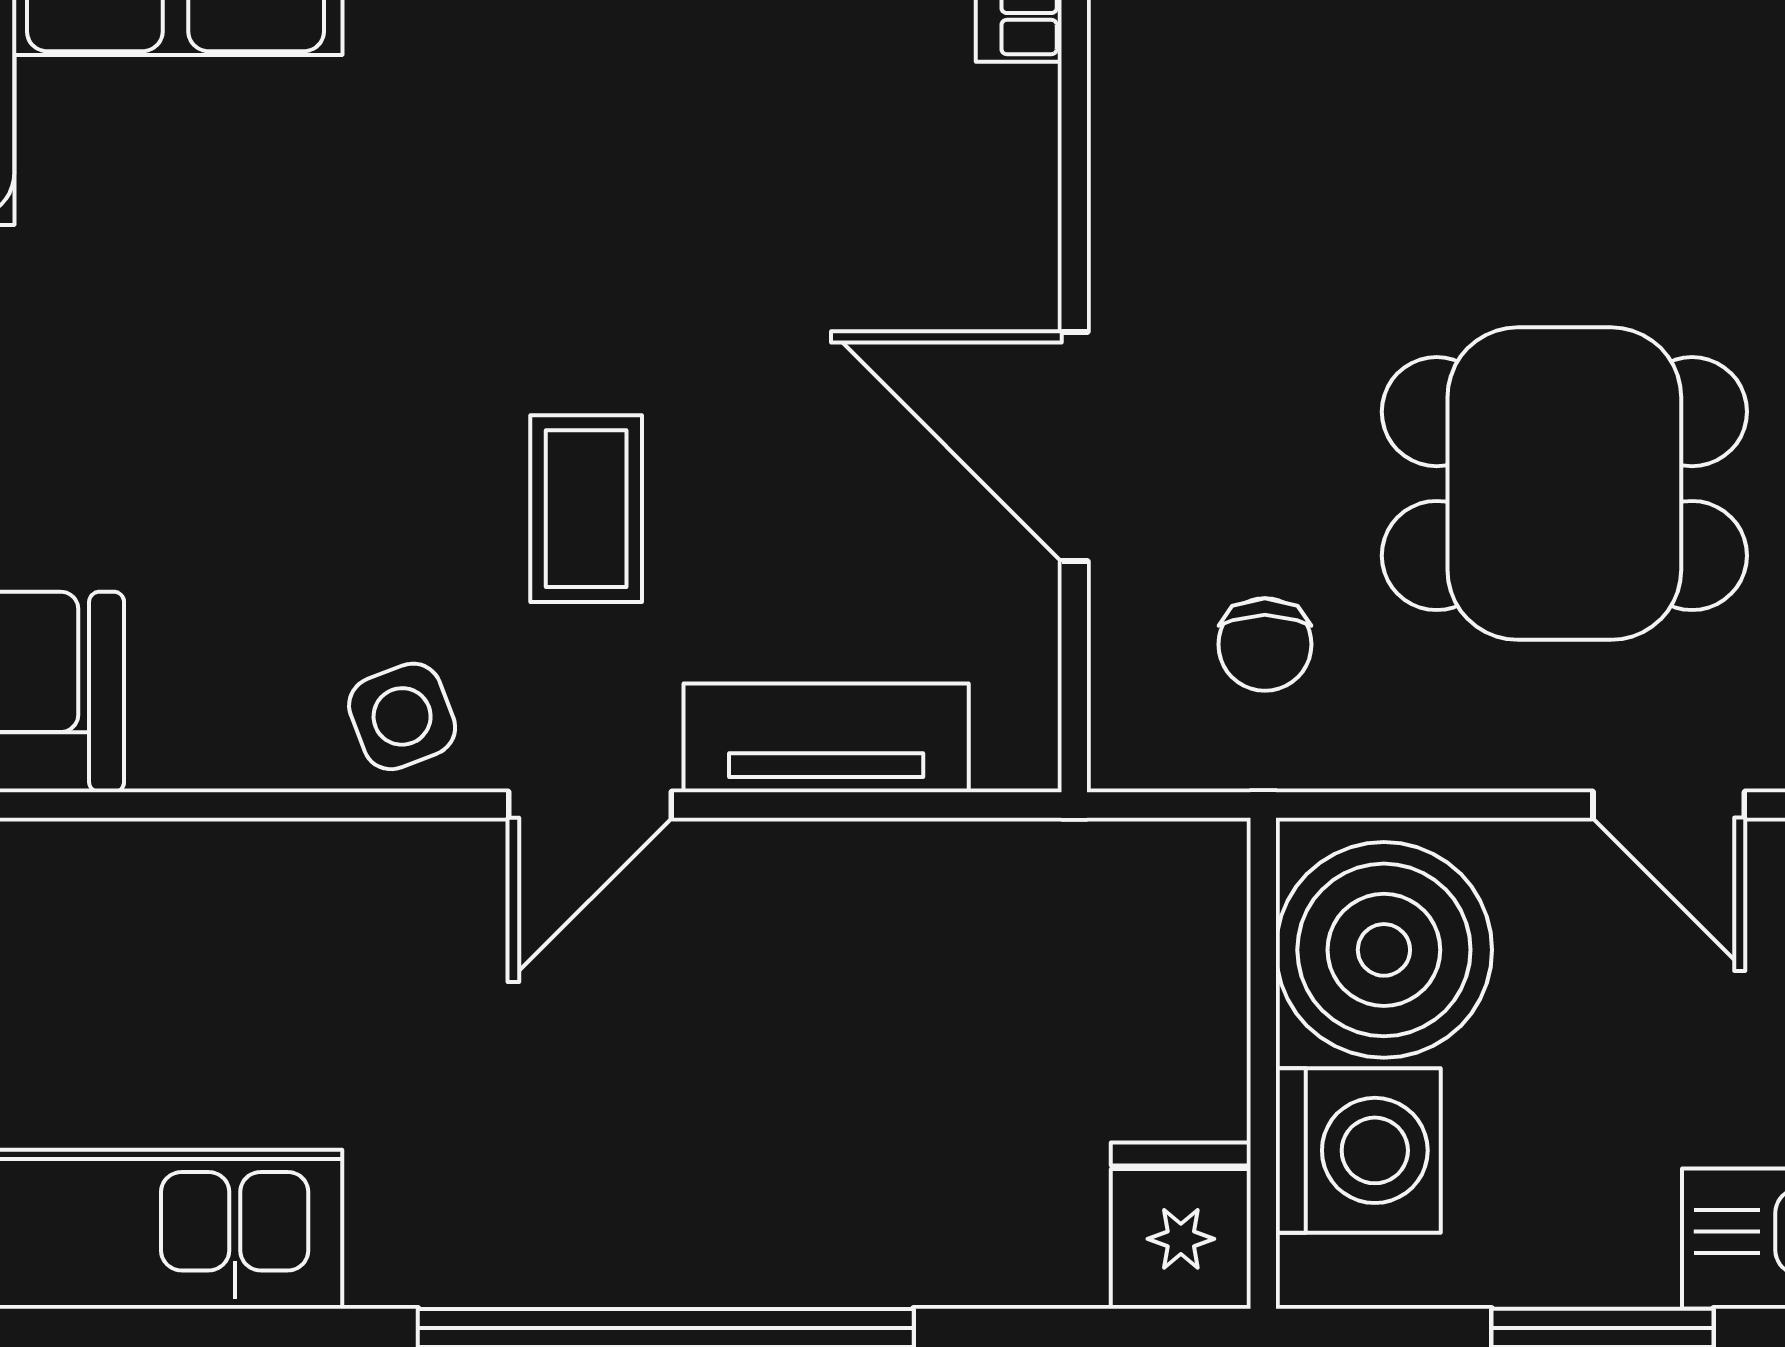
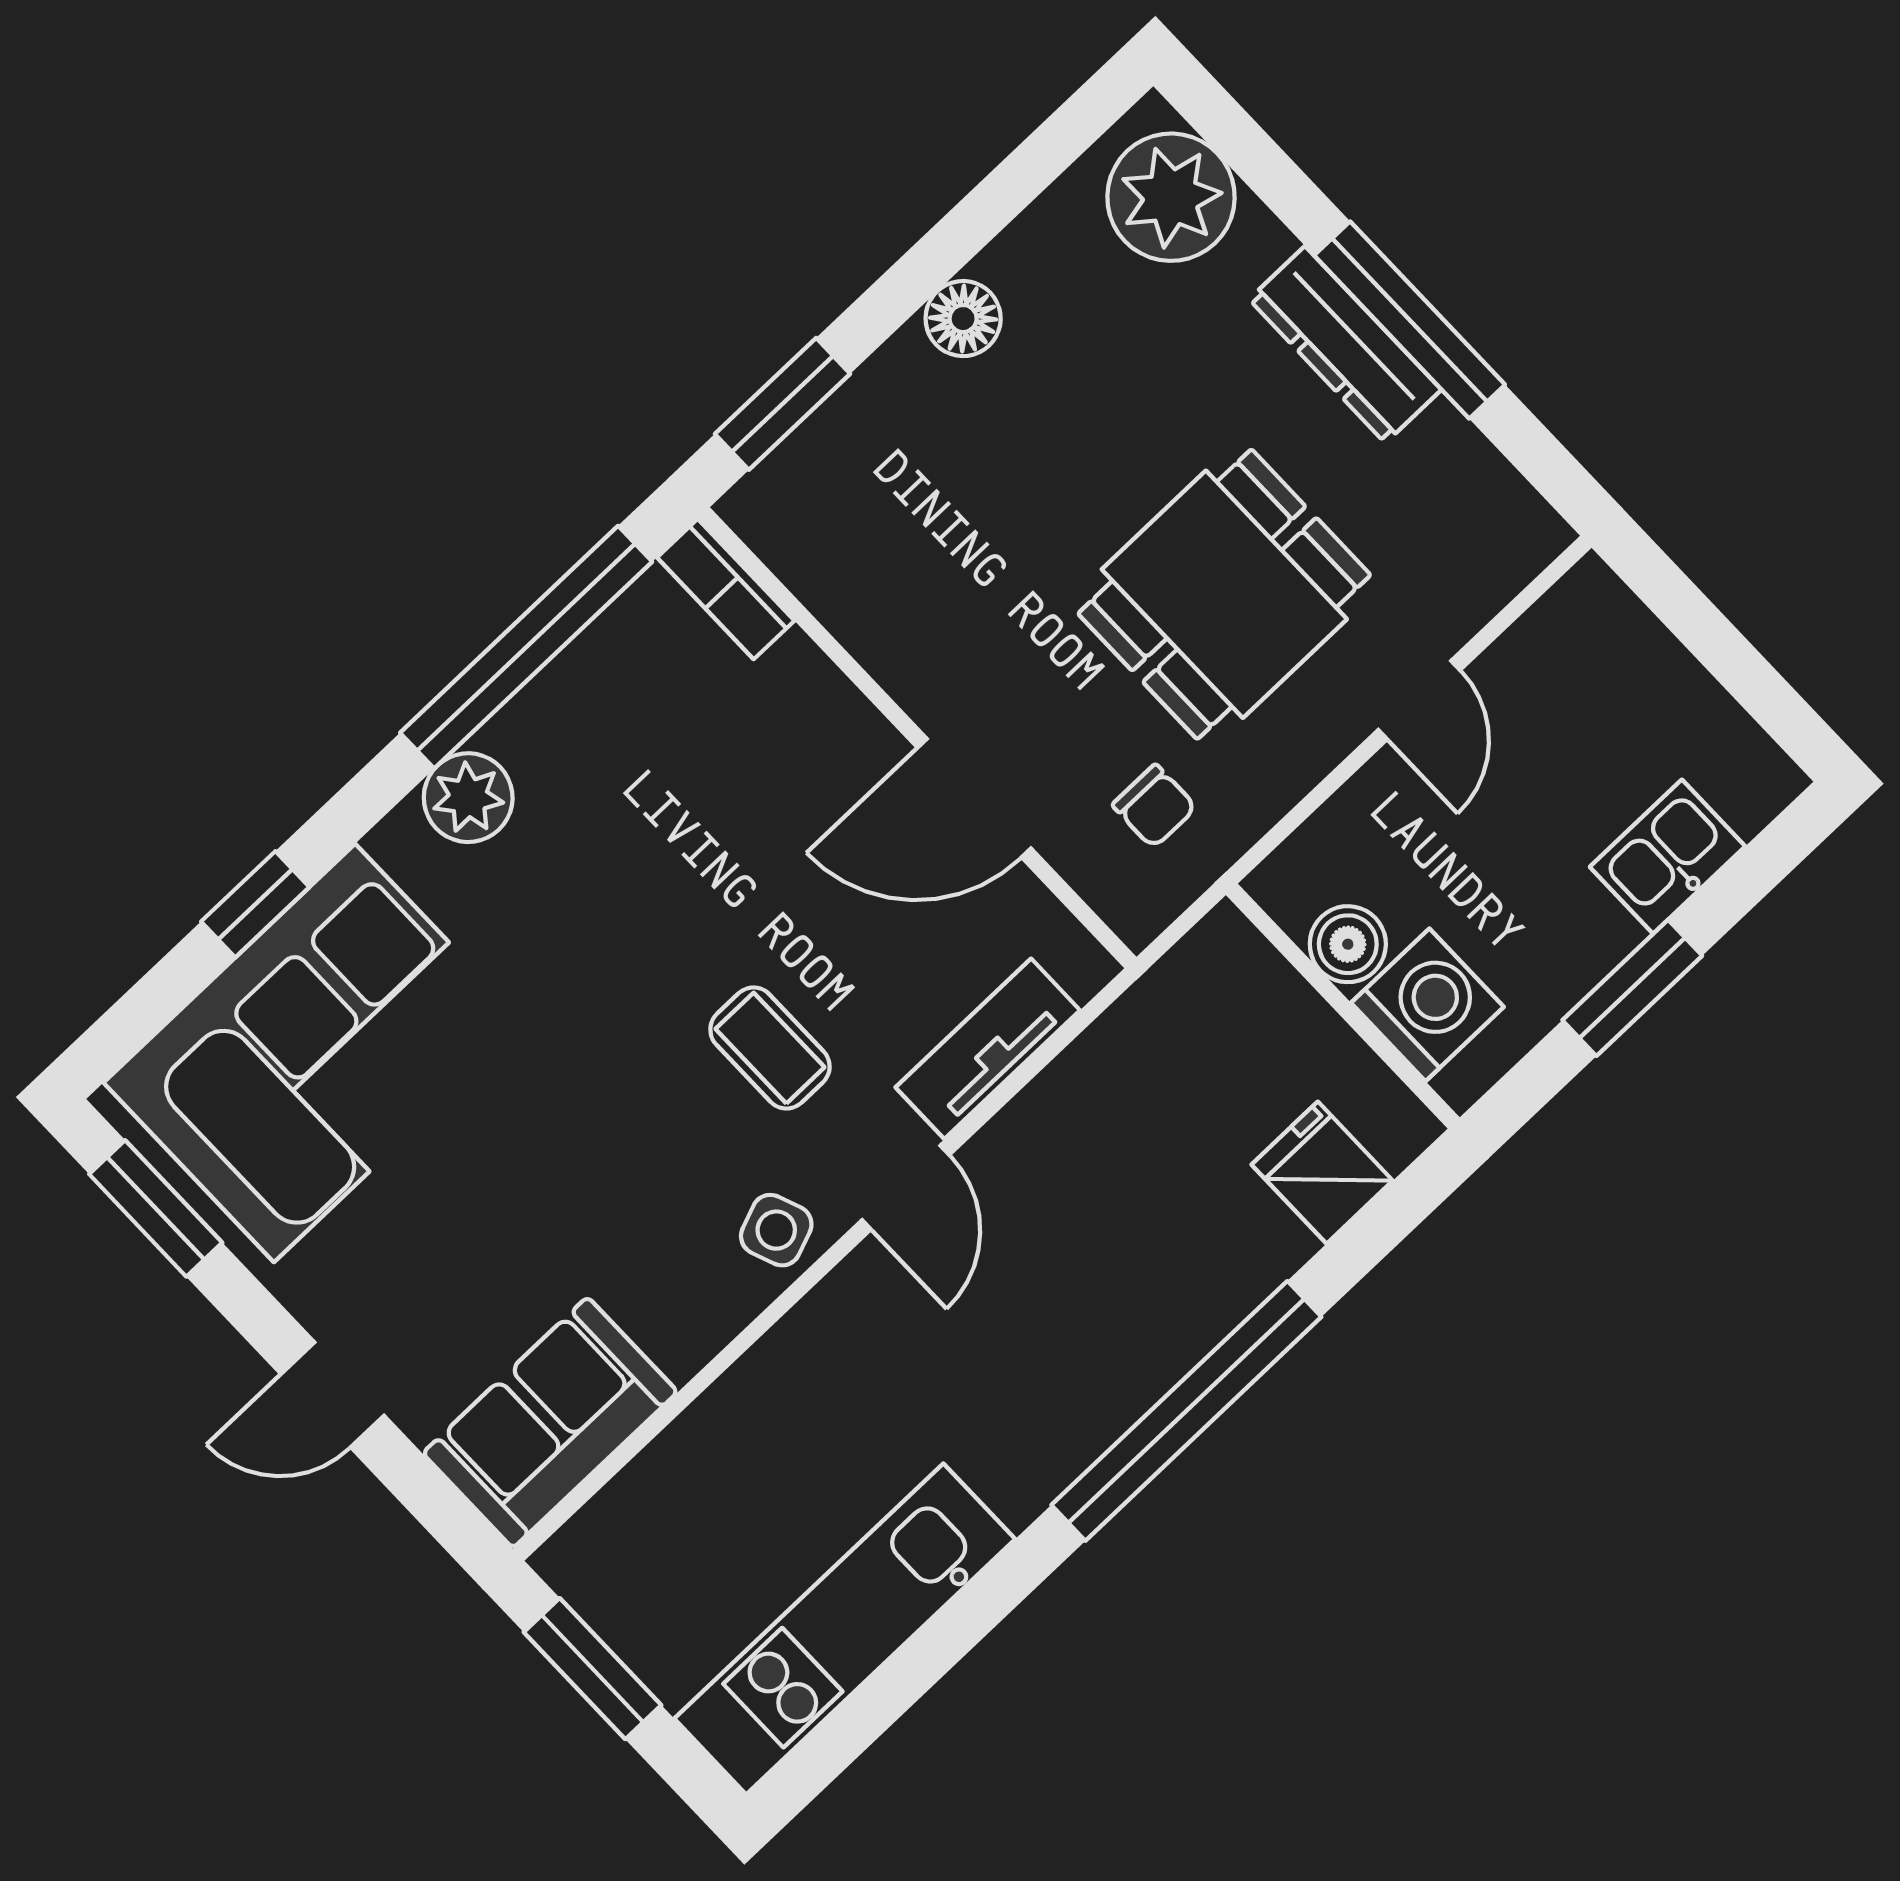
door: (1669, 805) -> (1419, 700), hinge flipped
boiler: (1384, 950) -> (1348, 944), width x0.54, depth x0.54
fridge: (1181, 1226) -> (1322, 1173), moved

